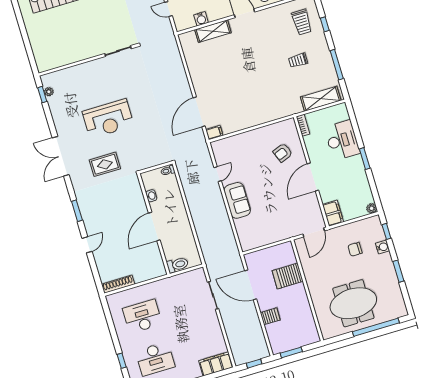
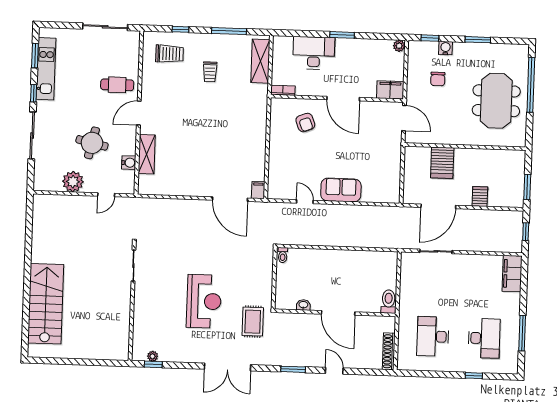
washbasin: (151, 196) -> (303, 305), moved
wall: (154, 224) -> (335, 313), moved
door: (154, 227) -> (338, 313), moved
toilet: (178, 265) -> (389, 302), moved

